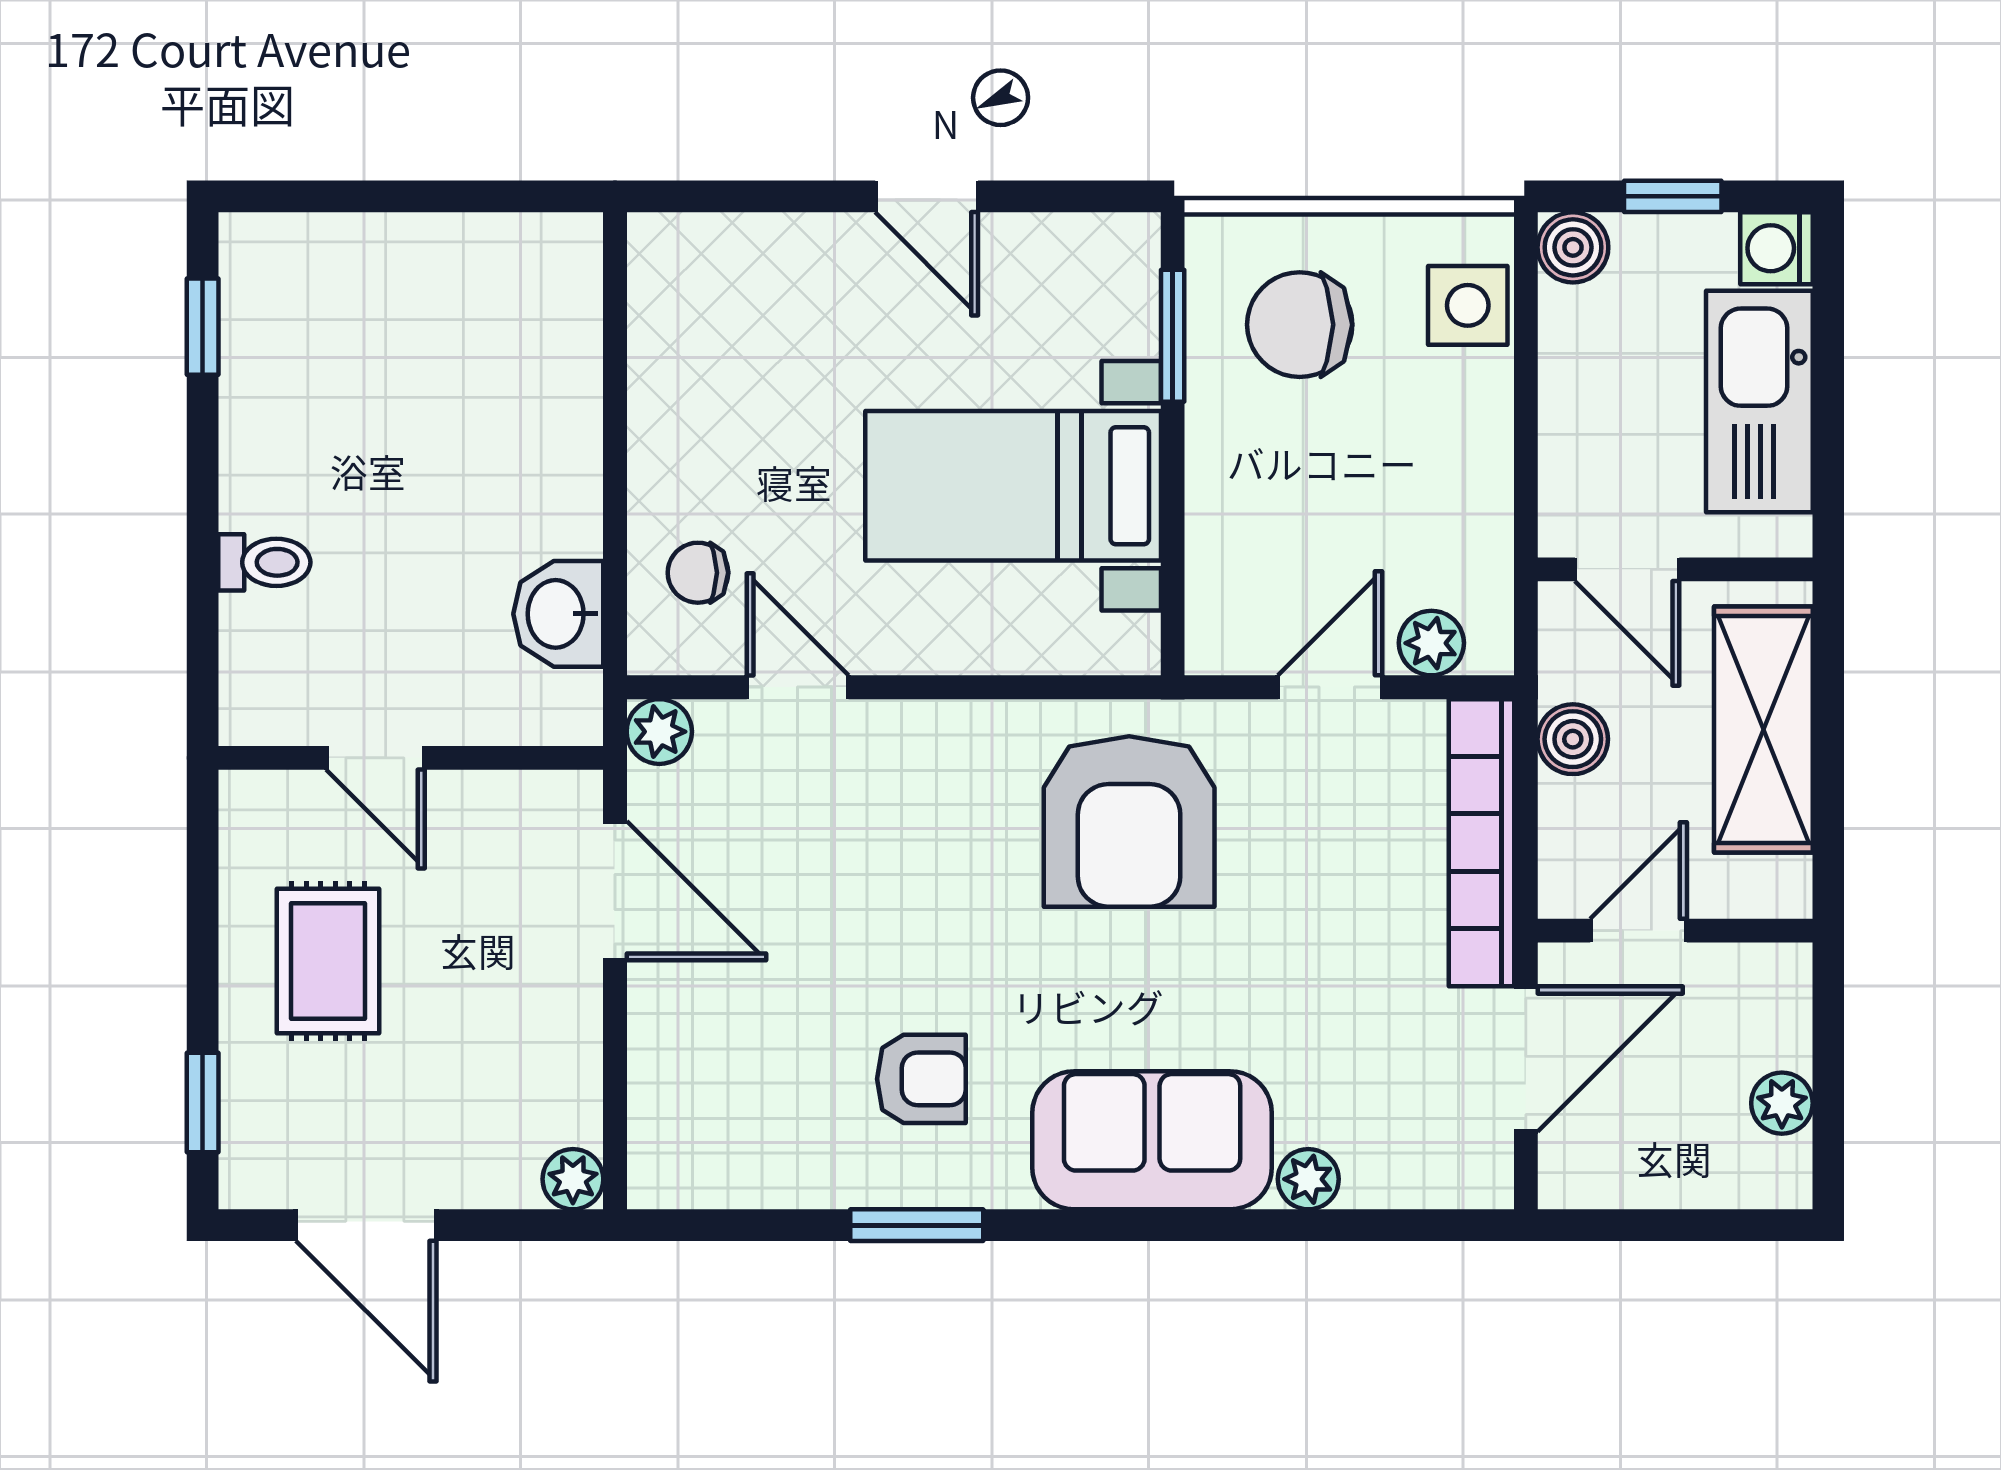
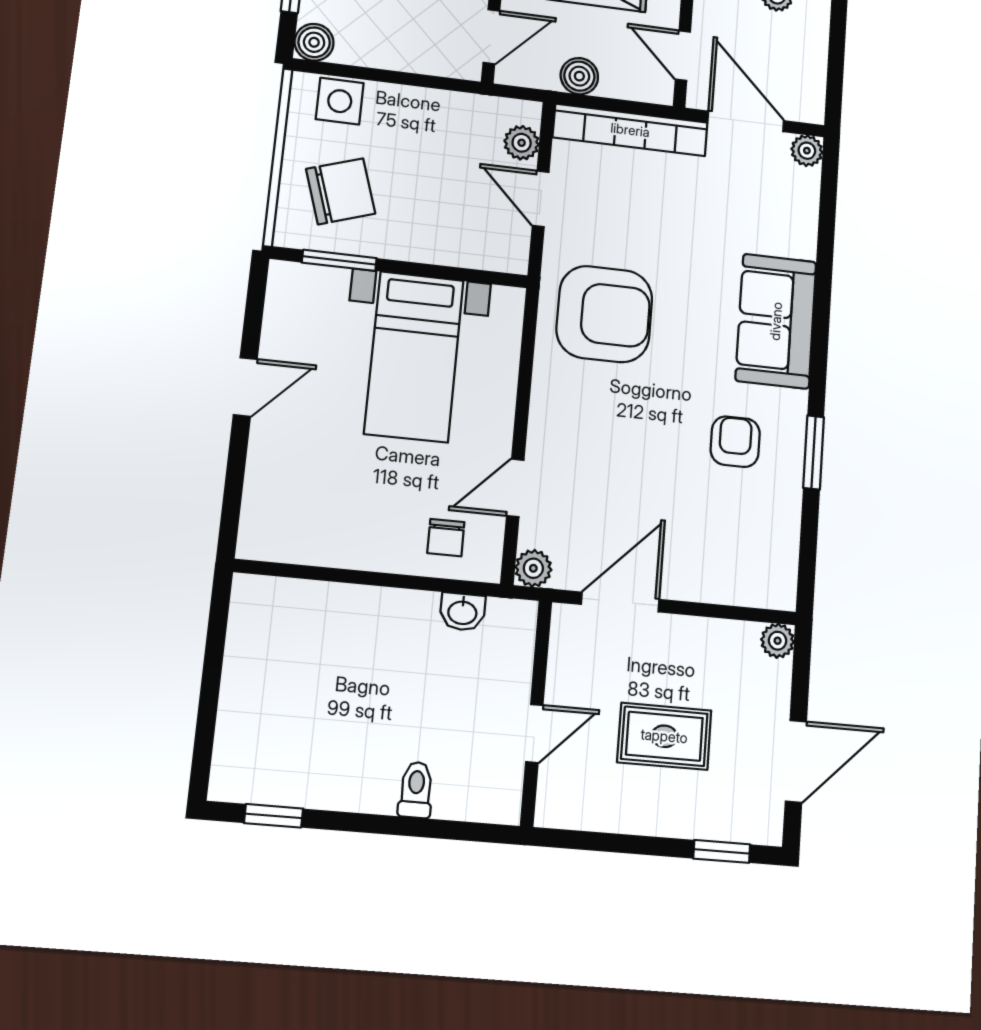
chair: (1300, 325) -> (341, 191), turned -108
washbasin: (558, 614) -> (462, 612), width x0.72, depth x0.69
rug: (328, 961) -> (664, 736), moved
plant: (1308, 1179) -> (807, 151), moved

